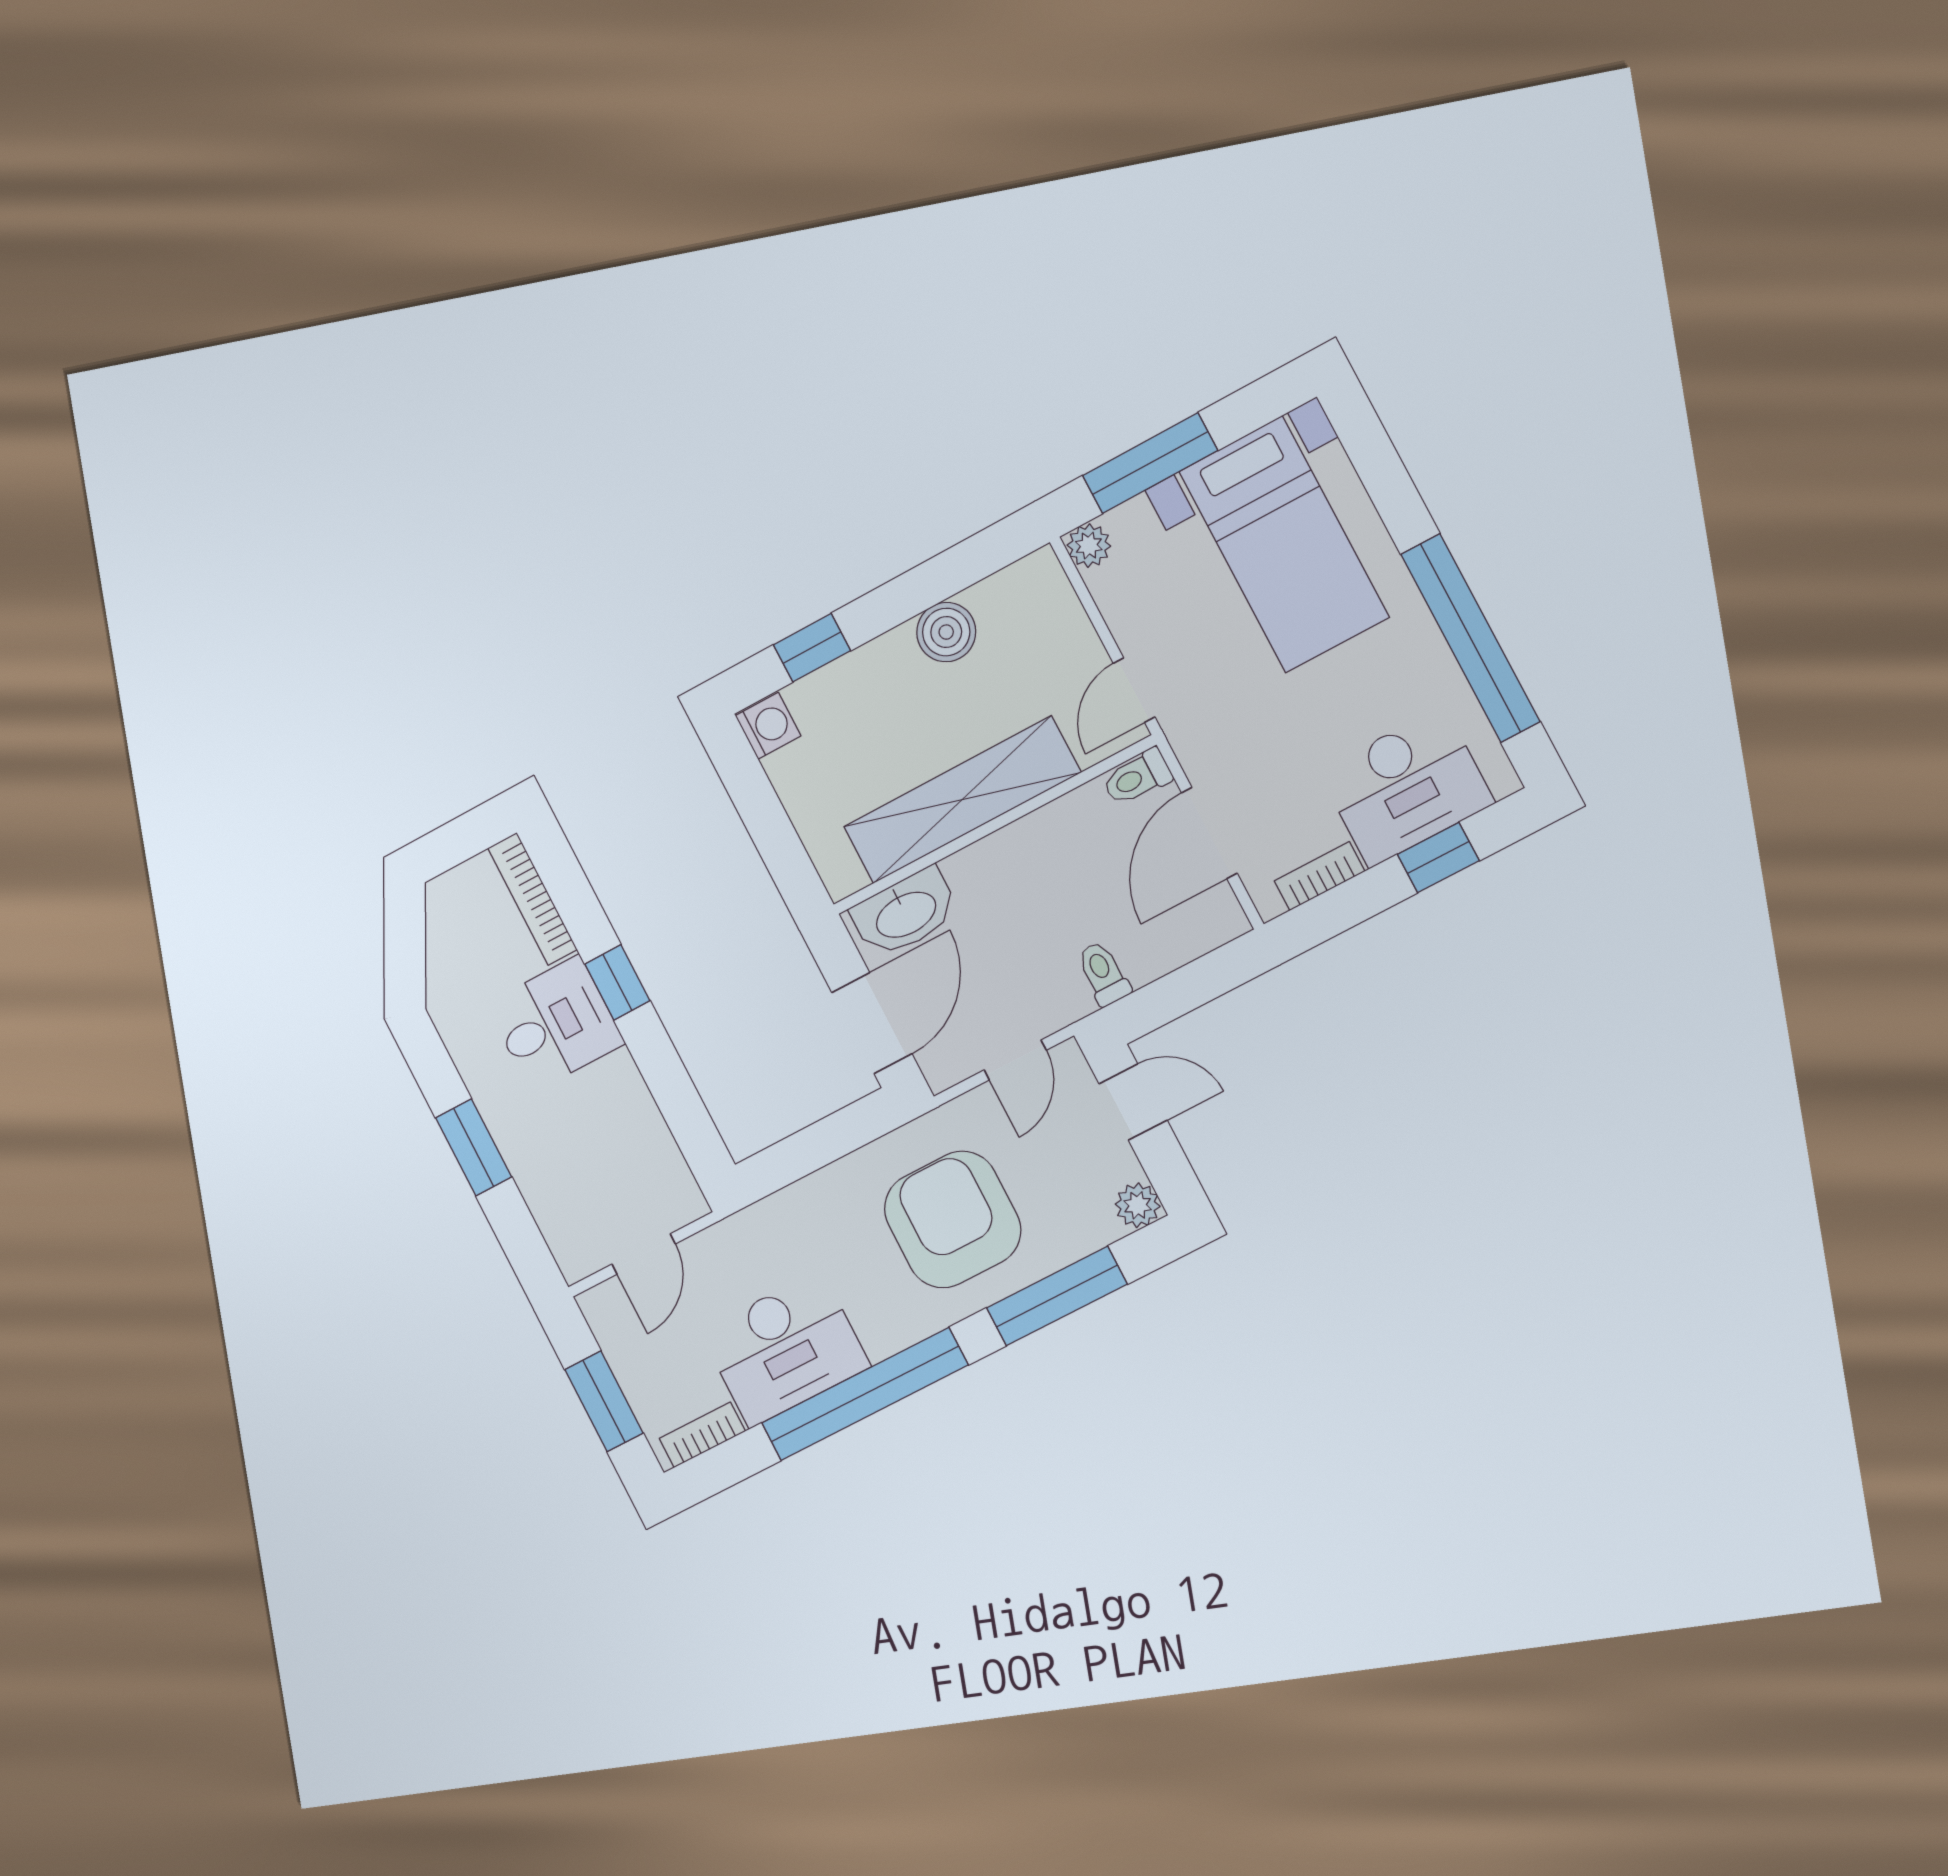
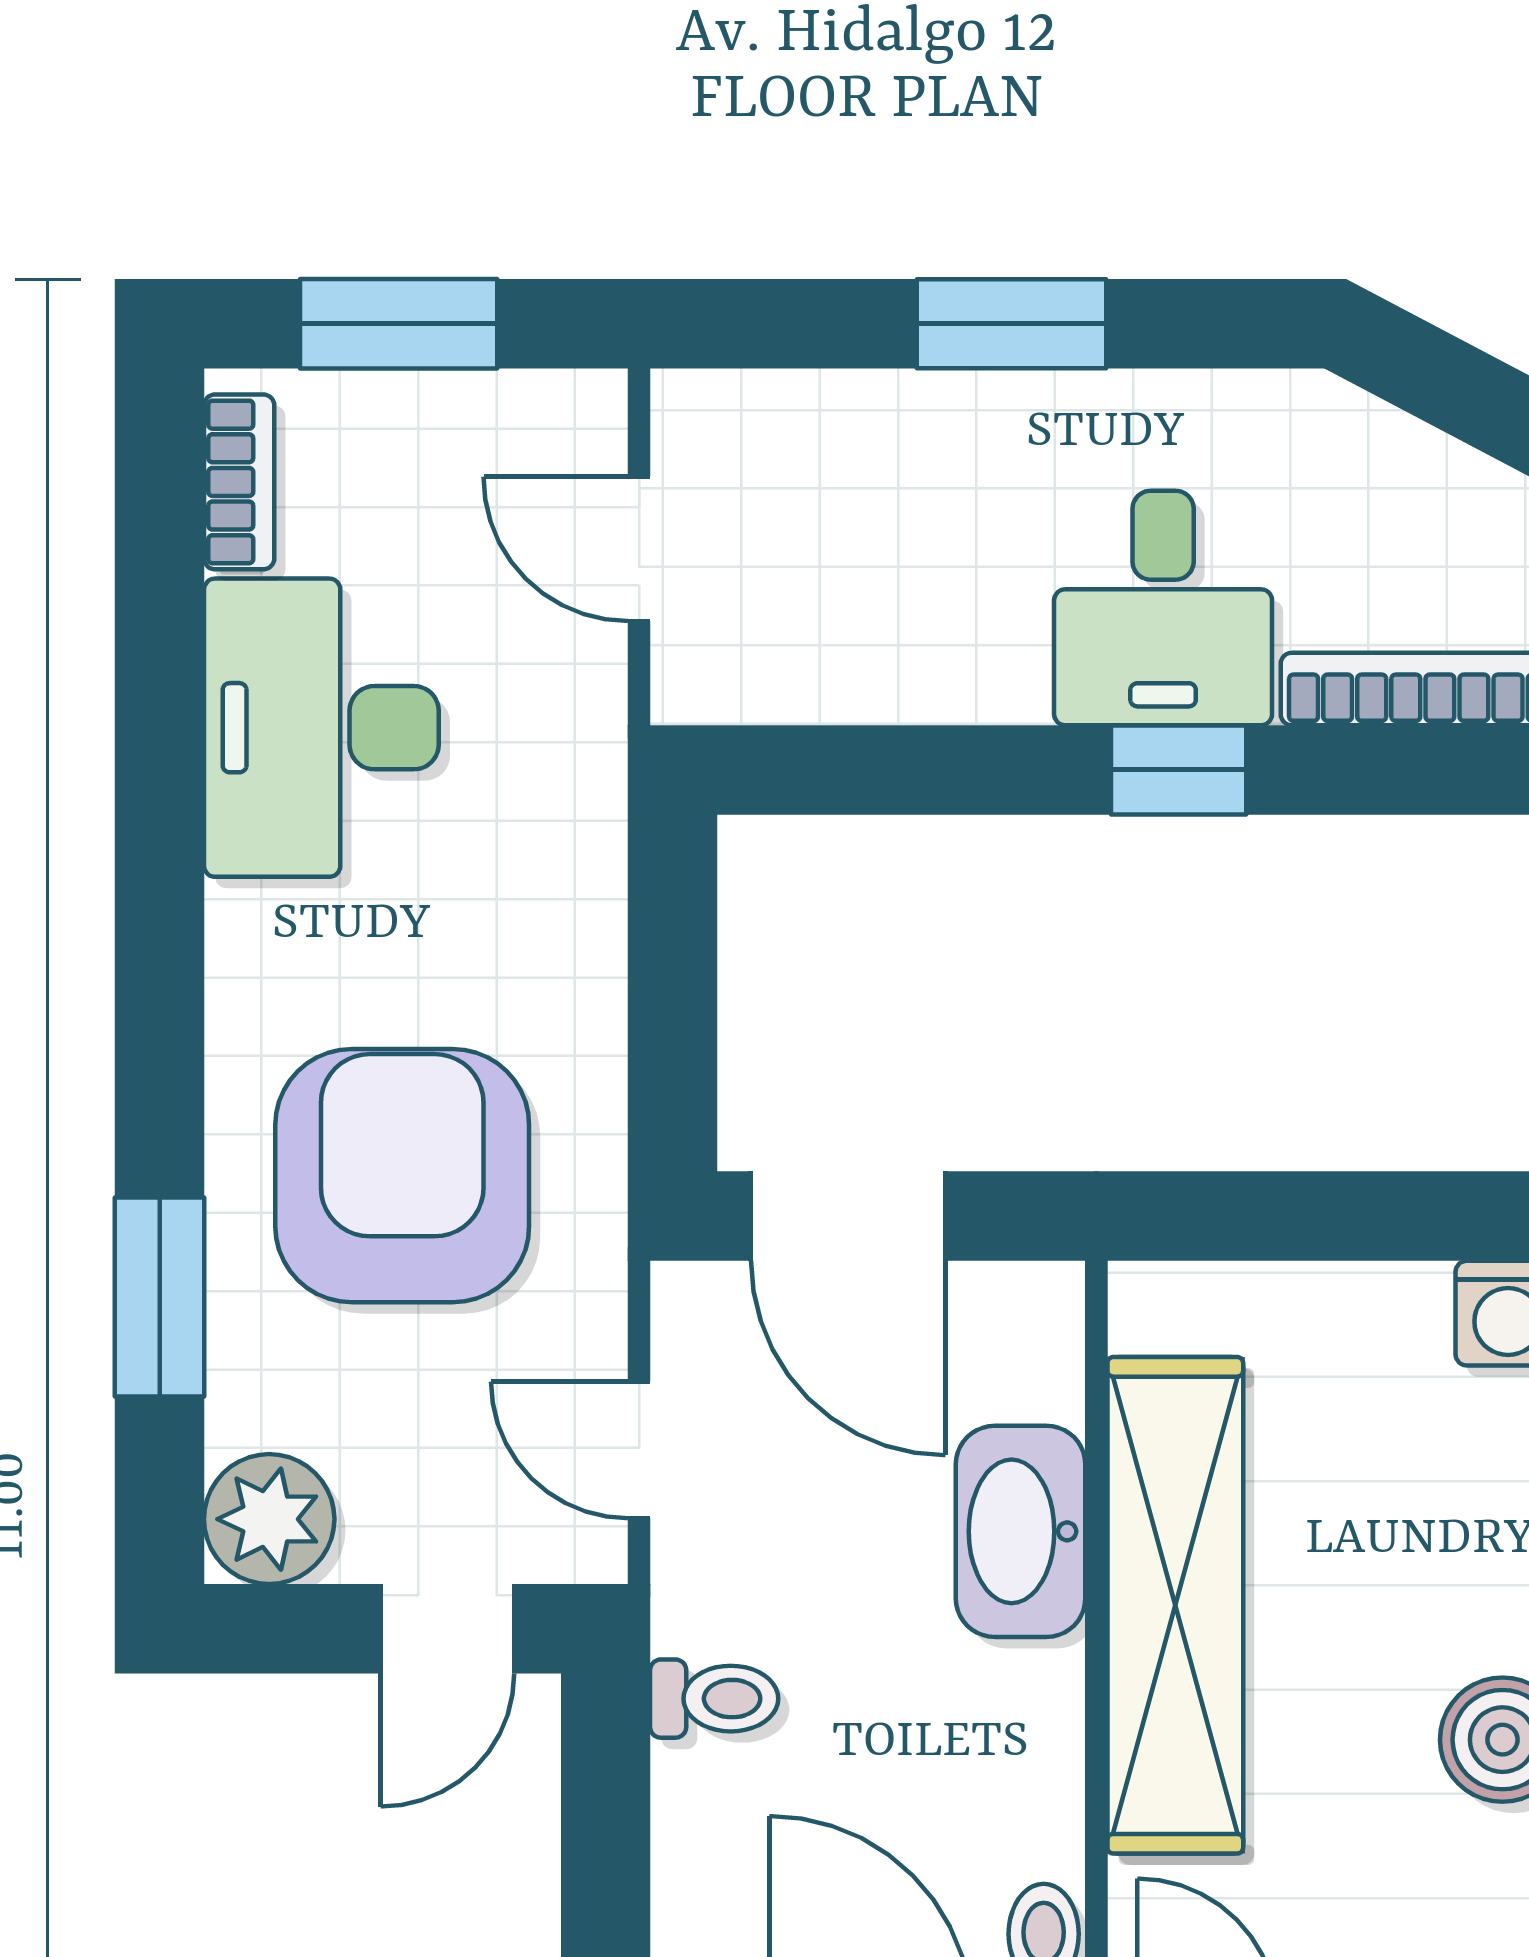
washbasin: (905, 913) -> (1021, 1531), moved
plant: (1138, 1205) -> (269, 1519), width x1.38, depth x1.38
armchair: (953, 1220) -> (402, 1176), turned -90
window: (1057, 1296) -> (160, 1297), width x0.69
window: (865, 1394) -> (160, 836), removed

